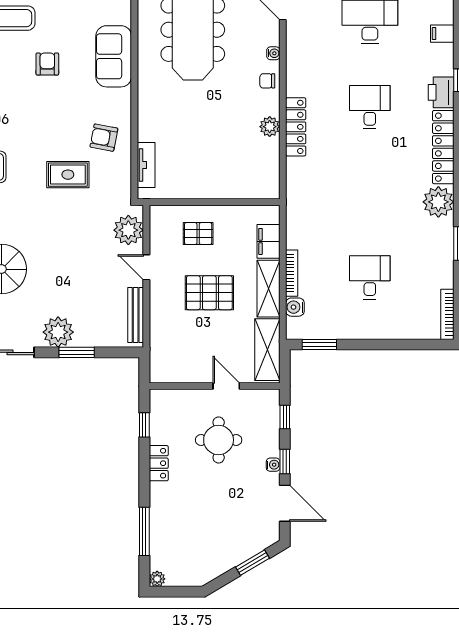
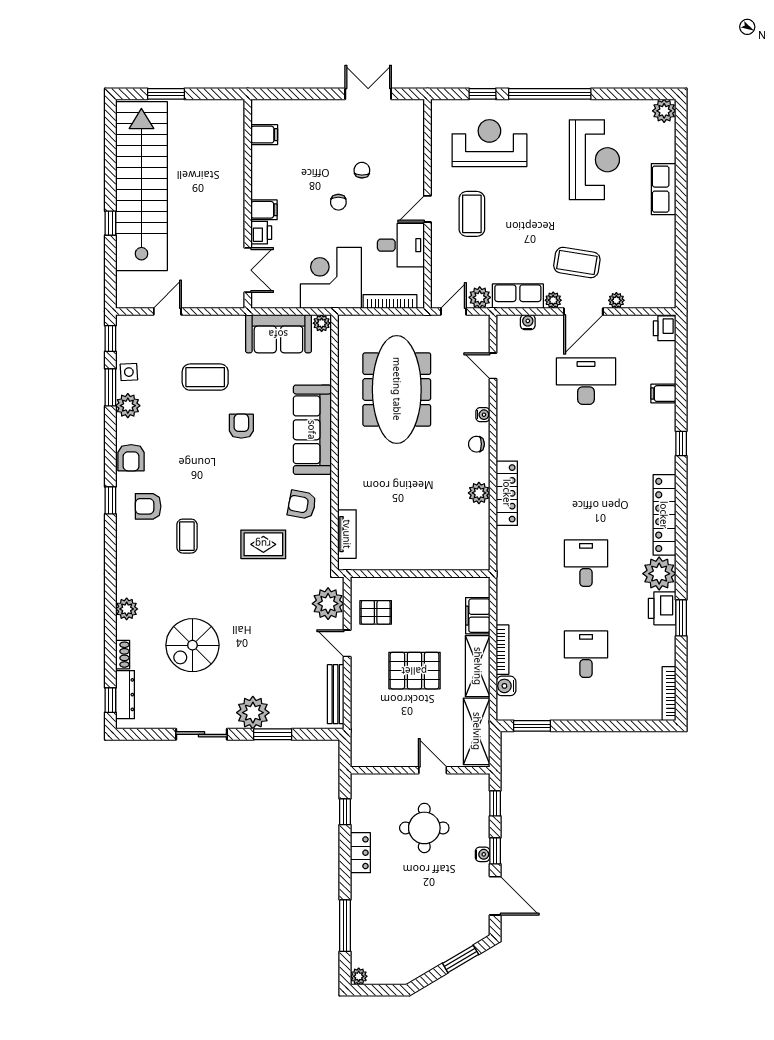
sofa: (114, 56) -> (312, 430), width x1.36
printer: (441, 92) -> (662, 608), moved
desk: (370, 107) -> (586, 563), moved
pallet: (198, 234) -> (376, 612), moved

